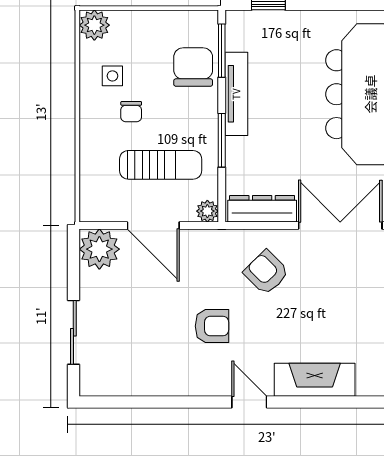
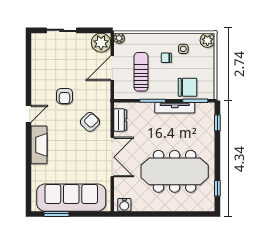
sun lounger: (161, 165) -> (141, 72), turned 180
dresser: (262, 209) -> (120, 120), width x0.70
plant: (207, 211) -> (119, 38), moved

